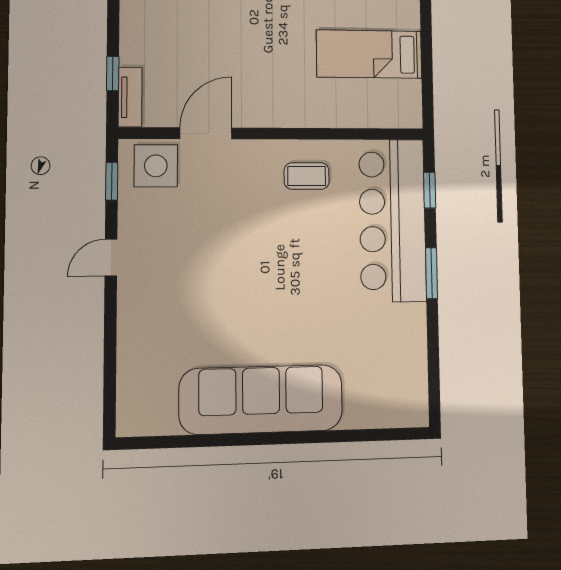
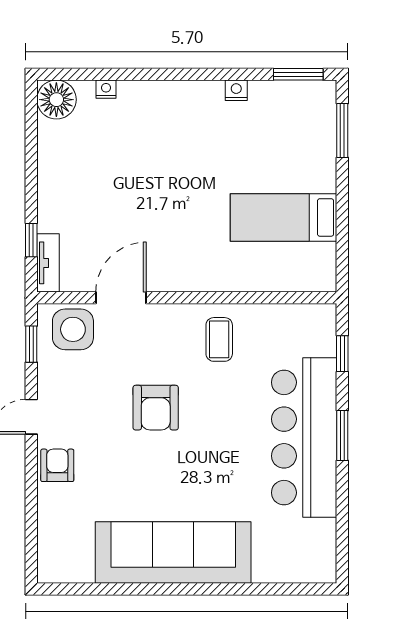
coffee table: (307, 176) -> (219, 339), turned 90
bar counter: (393, 220) -> (304, 437), moved
armchair: (242, 247) -> (156, 408), added
armchair: (138, 309) -> (57, 465), added

